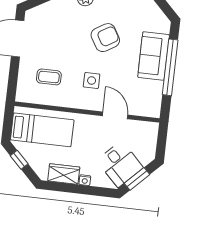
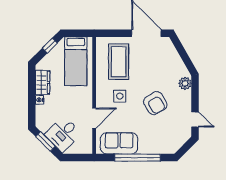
sofa: (154, 56) -> (119, 143), moved
coffee table: (49, 77) -> (119, 62), width x1.86, depth x1.72
desk: (120, 164) -> (63, 134), moved

